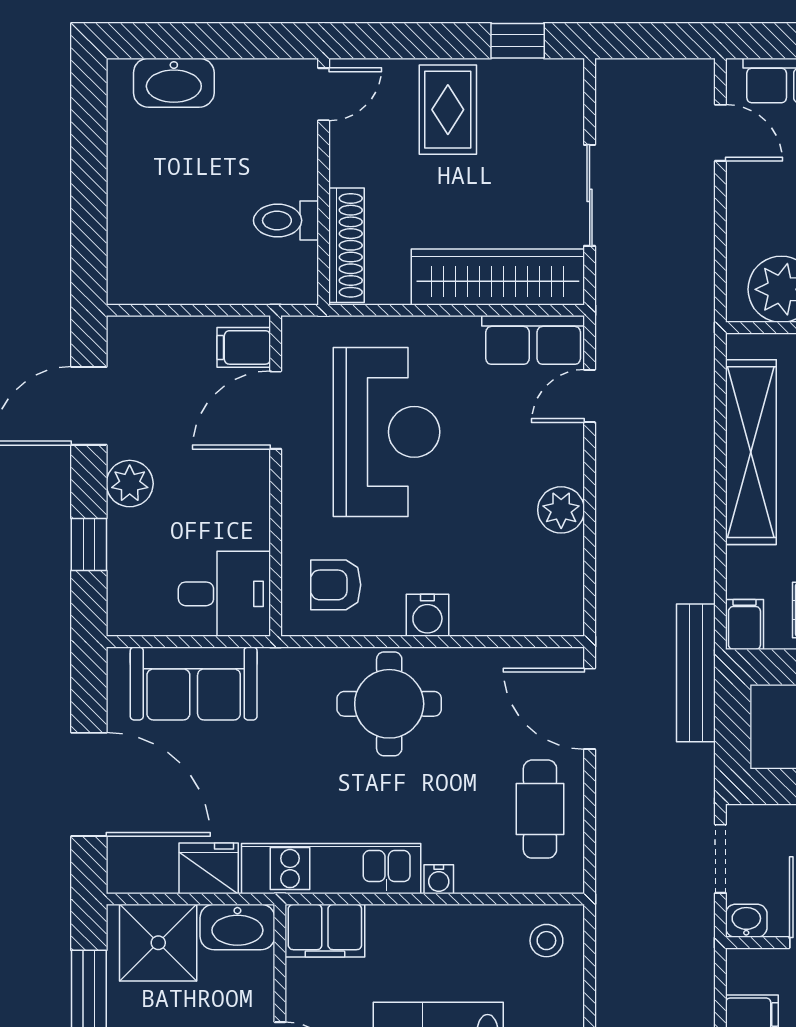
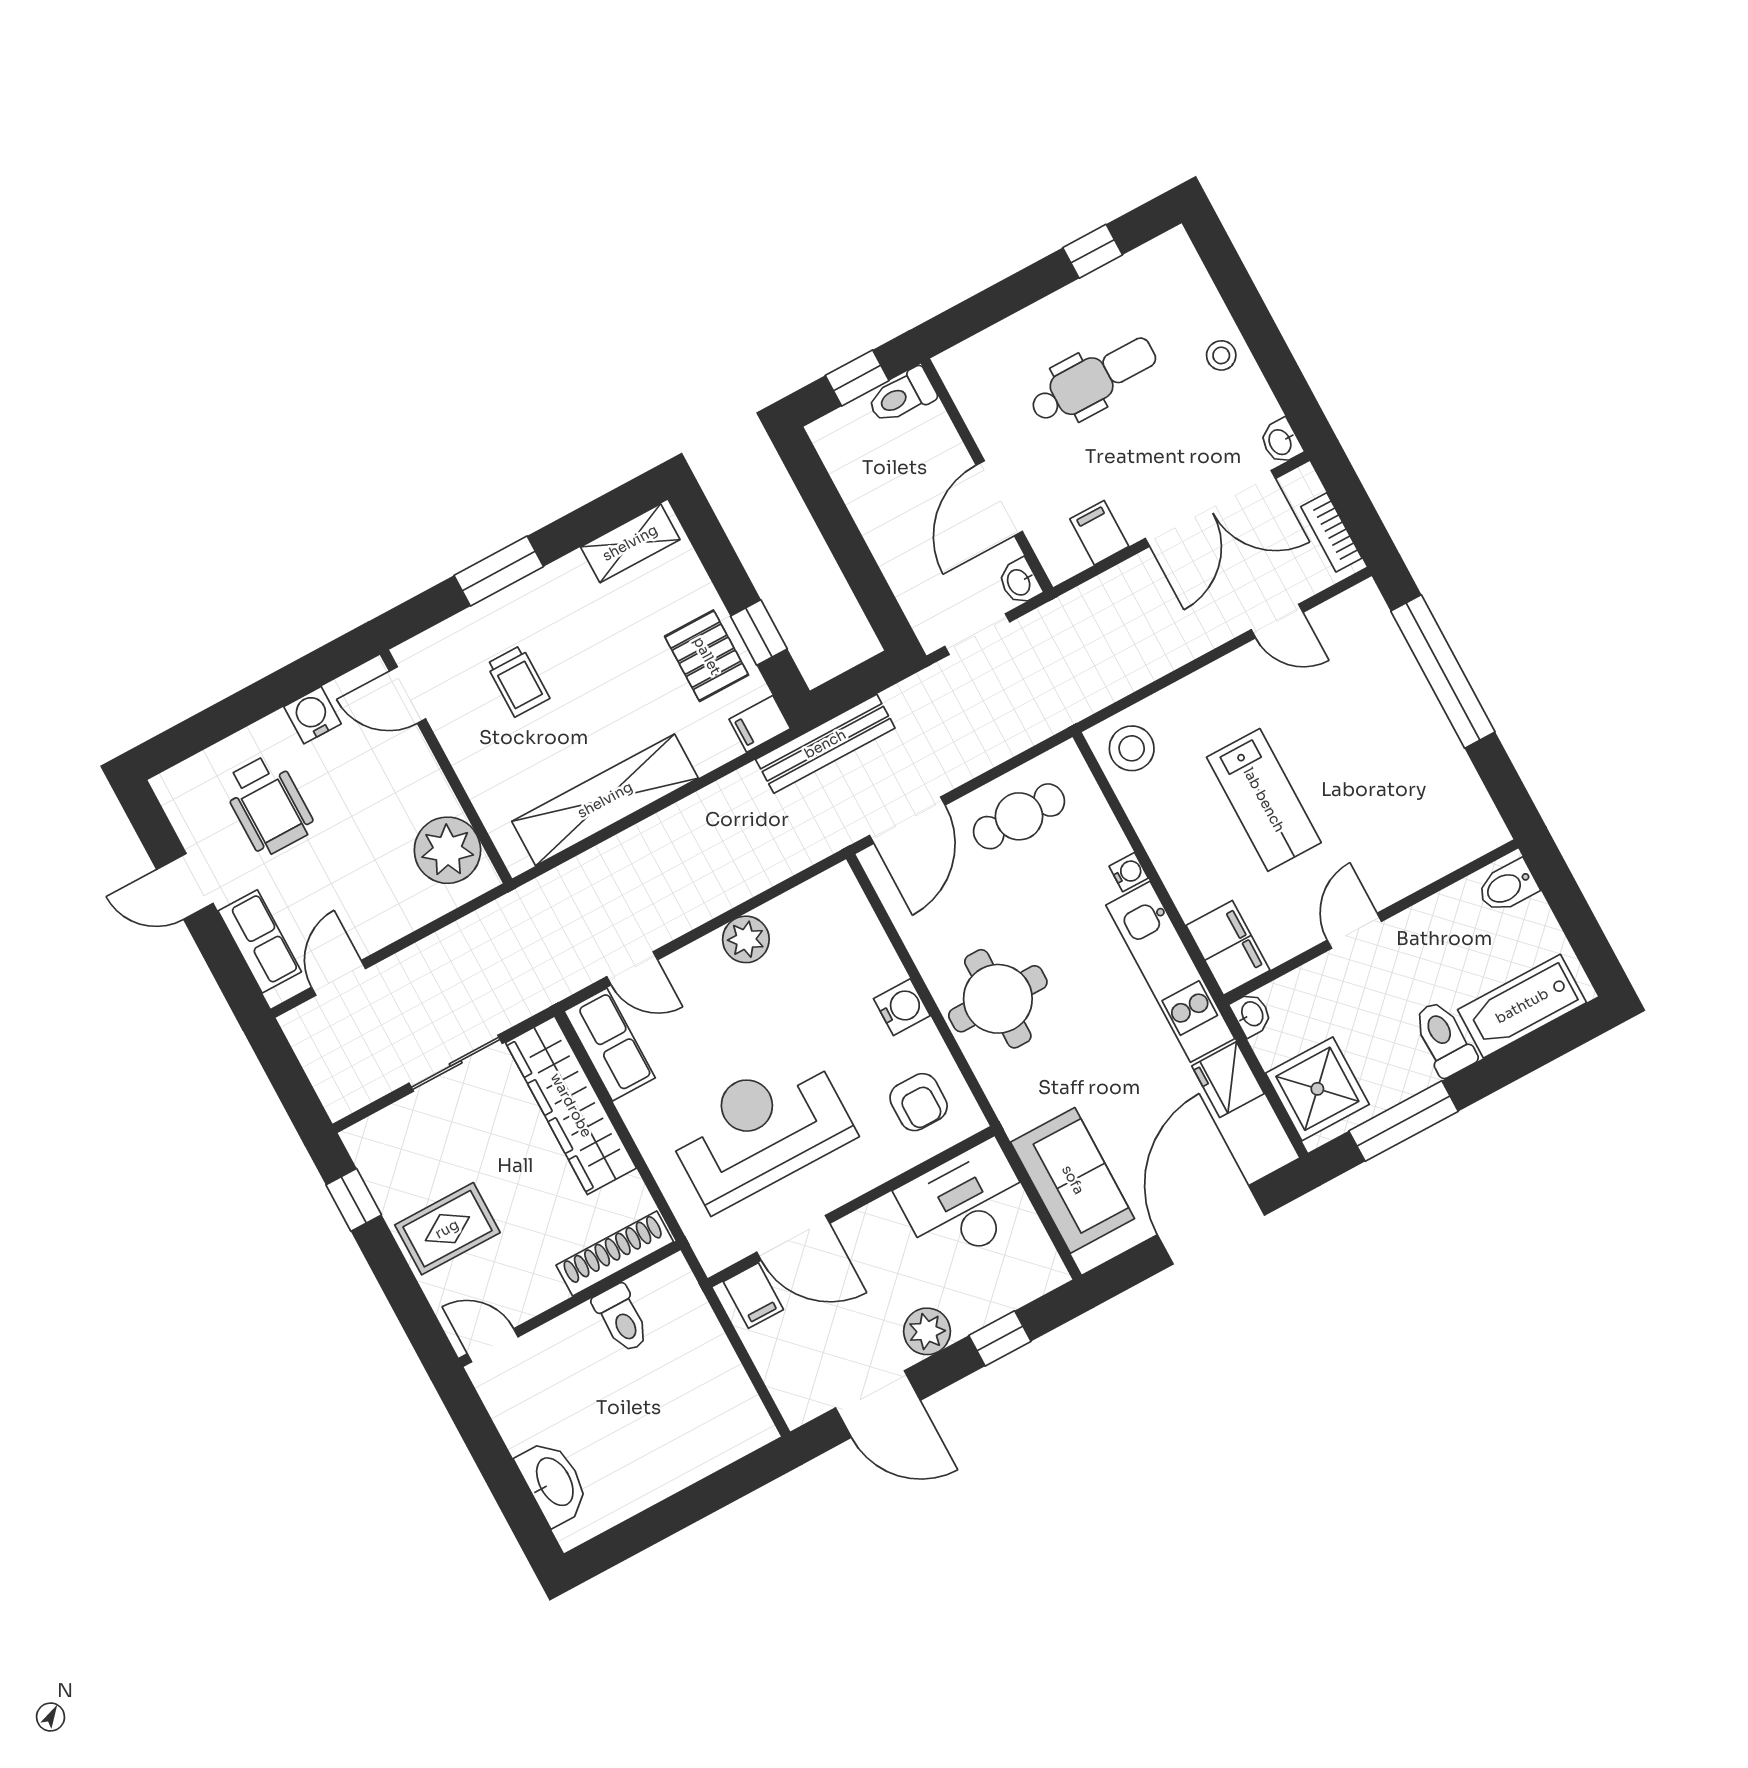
desk: (224, 594) -> (965, 1203), width x1.37
washbasin: (237, 927) -> (1251, 1014), width x0.52, depth x0.69
stool: (546, 941) -> (1132, 748), width x1.37, depth x1.37

